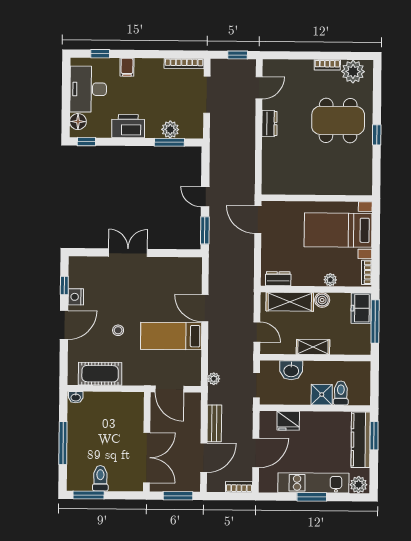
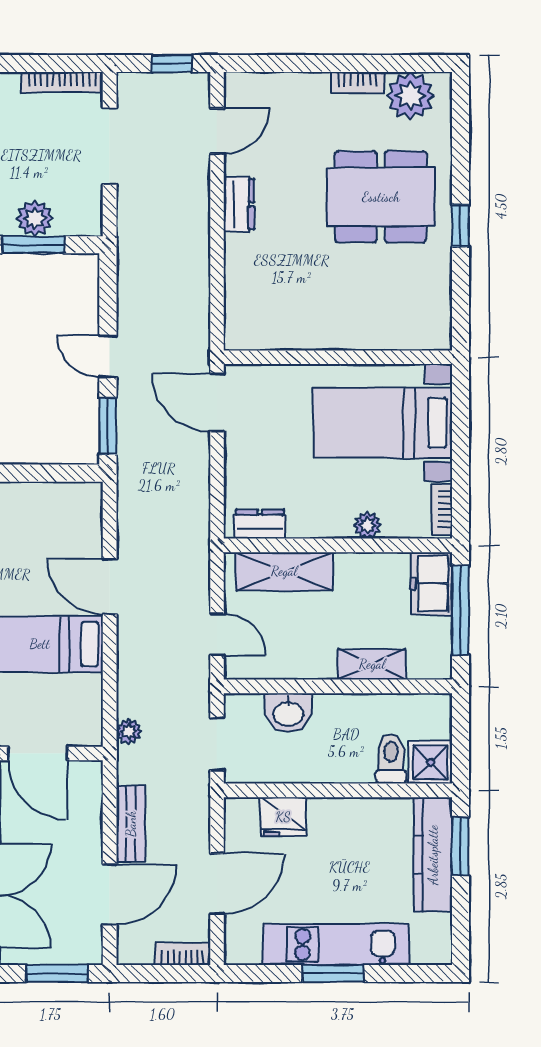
boiler: (322, 300) -> (351, 567), removed
shelving: (313, 347) -> (372, 664), moved
shower: (322, 395) -> (430, 762), moved
plant: (359, 485) -> (429, 947), removed

